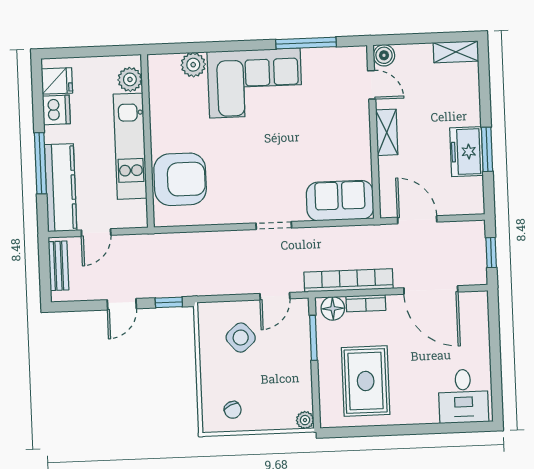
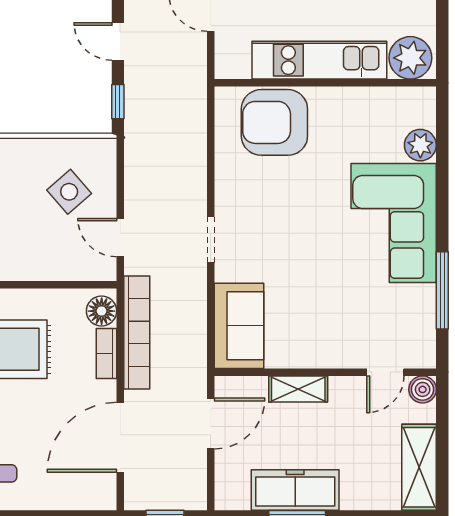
shelving: (456, 52) -> (419, 467), width x1.50, depth x1.33
plant: (130, 79) -> (410, 58), width x1.36, depth x1.36
shelving: (387, 132) -> (298, 389), moved
freezer: (466, 152) -> (295, 490), width x1.40
armchair: (180, 179) -> (274, 122), turned 90
window: (313, 338) -> (65, 285), removed

